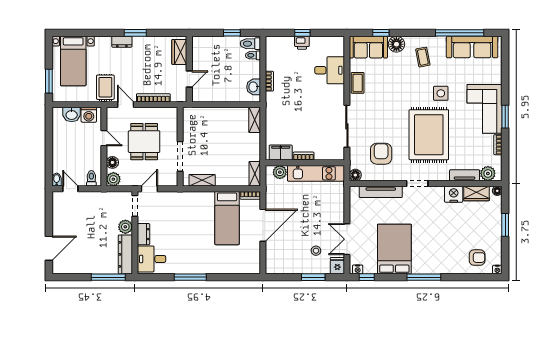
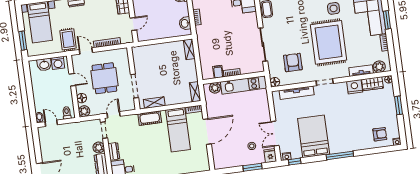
filing cabinet: (281, 153) -> (218, 72), width x0.50
cot: (194, 199) -> (150, 118), added

